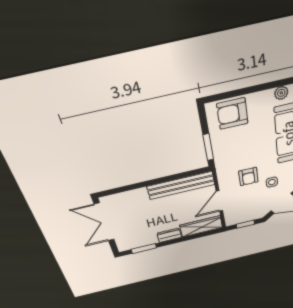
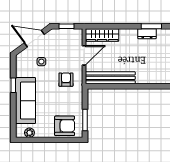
window: (208, 147) -> (85, 120), moved
armchair: (248, 177) -> (66, 80), moved
dresser: (169, 235) -> (147, 34), moved

